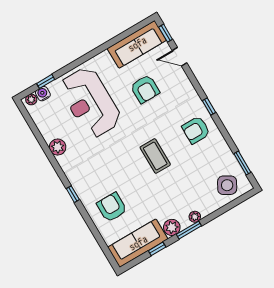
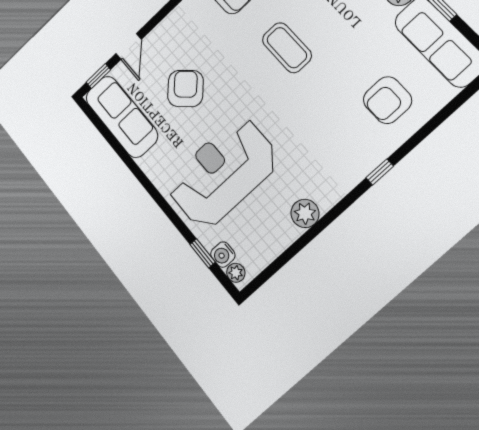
armchair: (145, 89) -> (185, 89), turned -46
reception desk: (90, 102) -> (222, 173), turned 180
coffee table: (155, 156) -> (287, 48), turned 90

